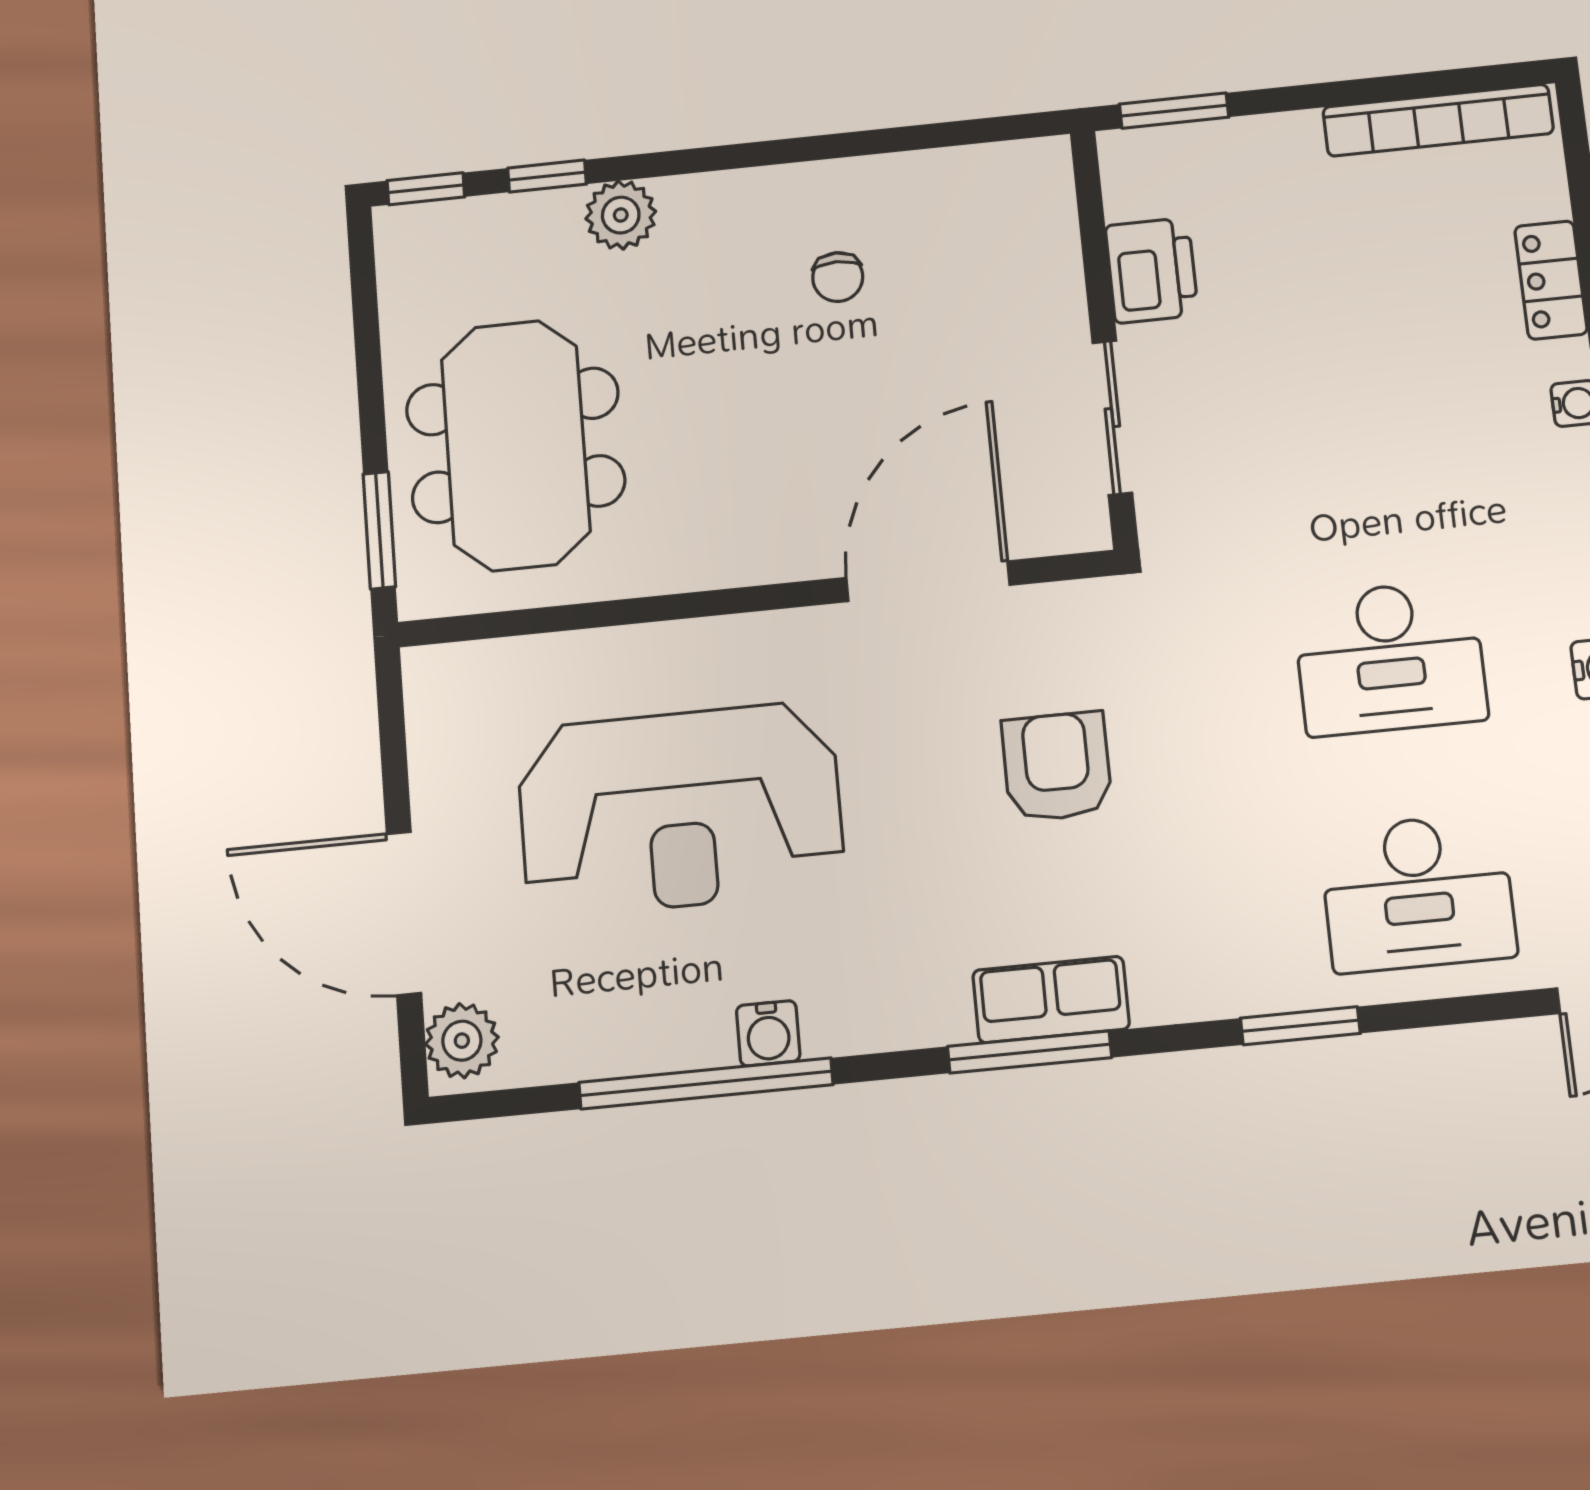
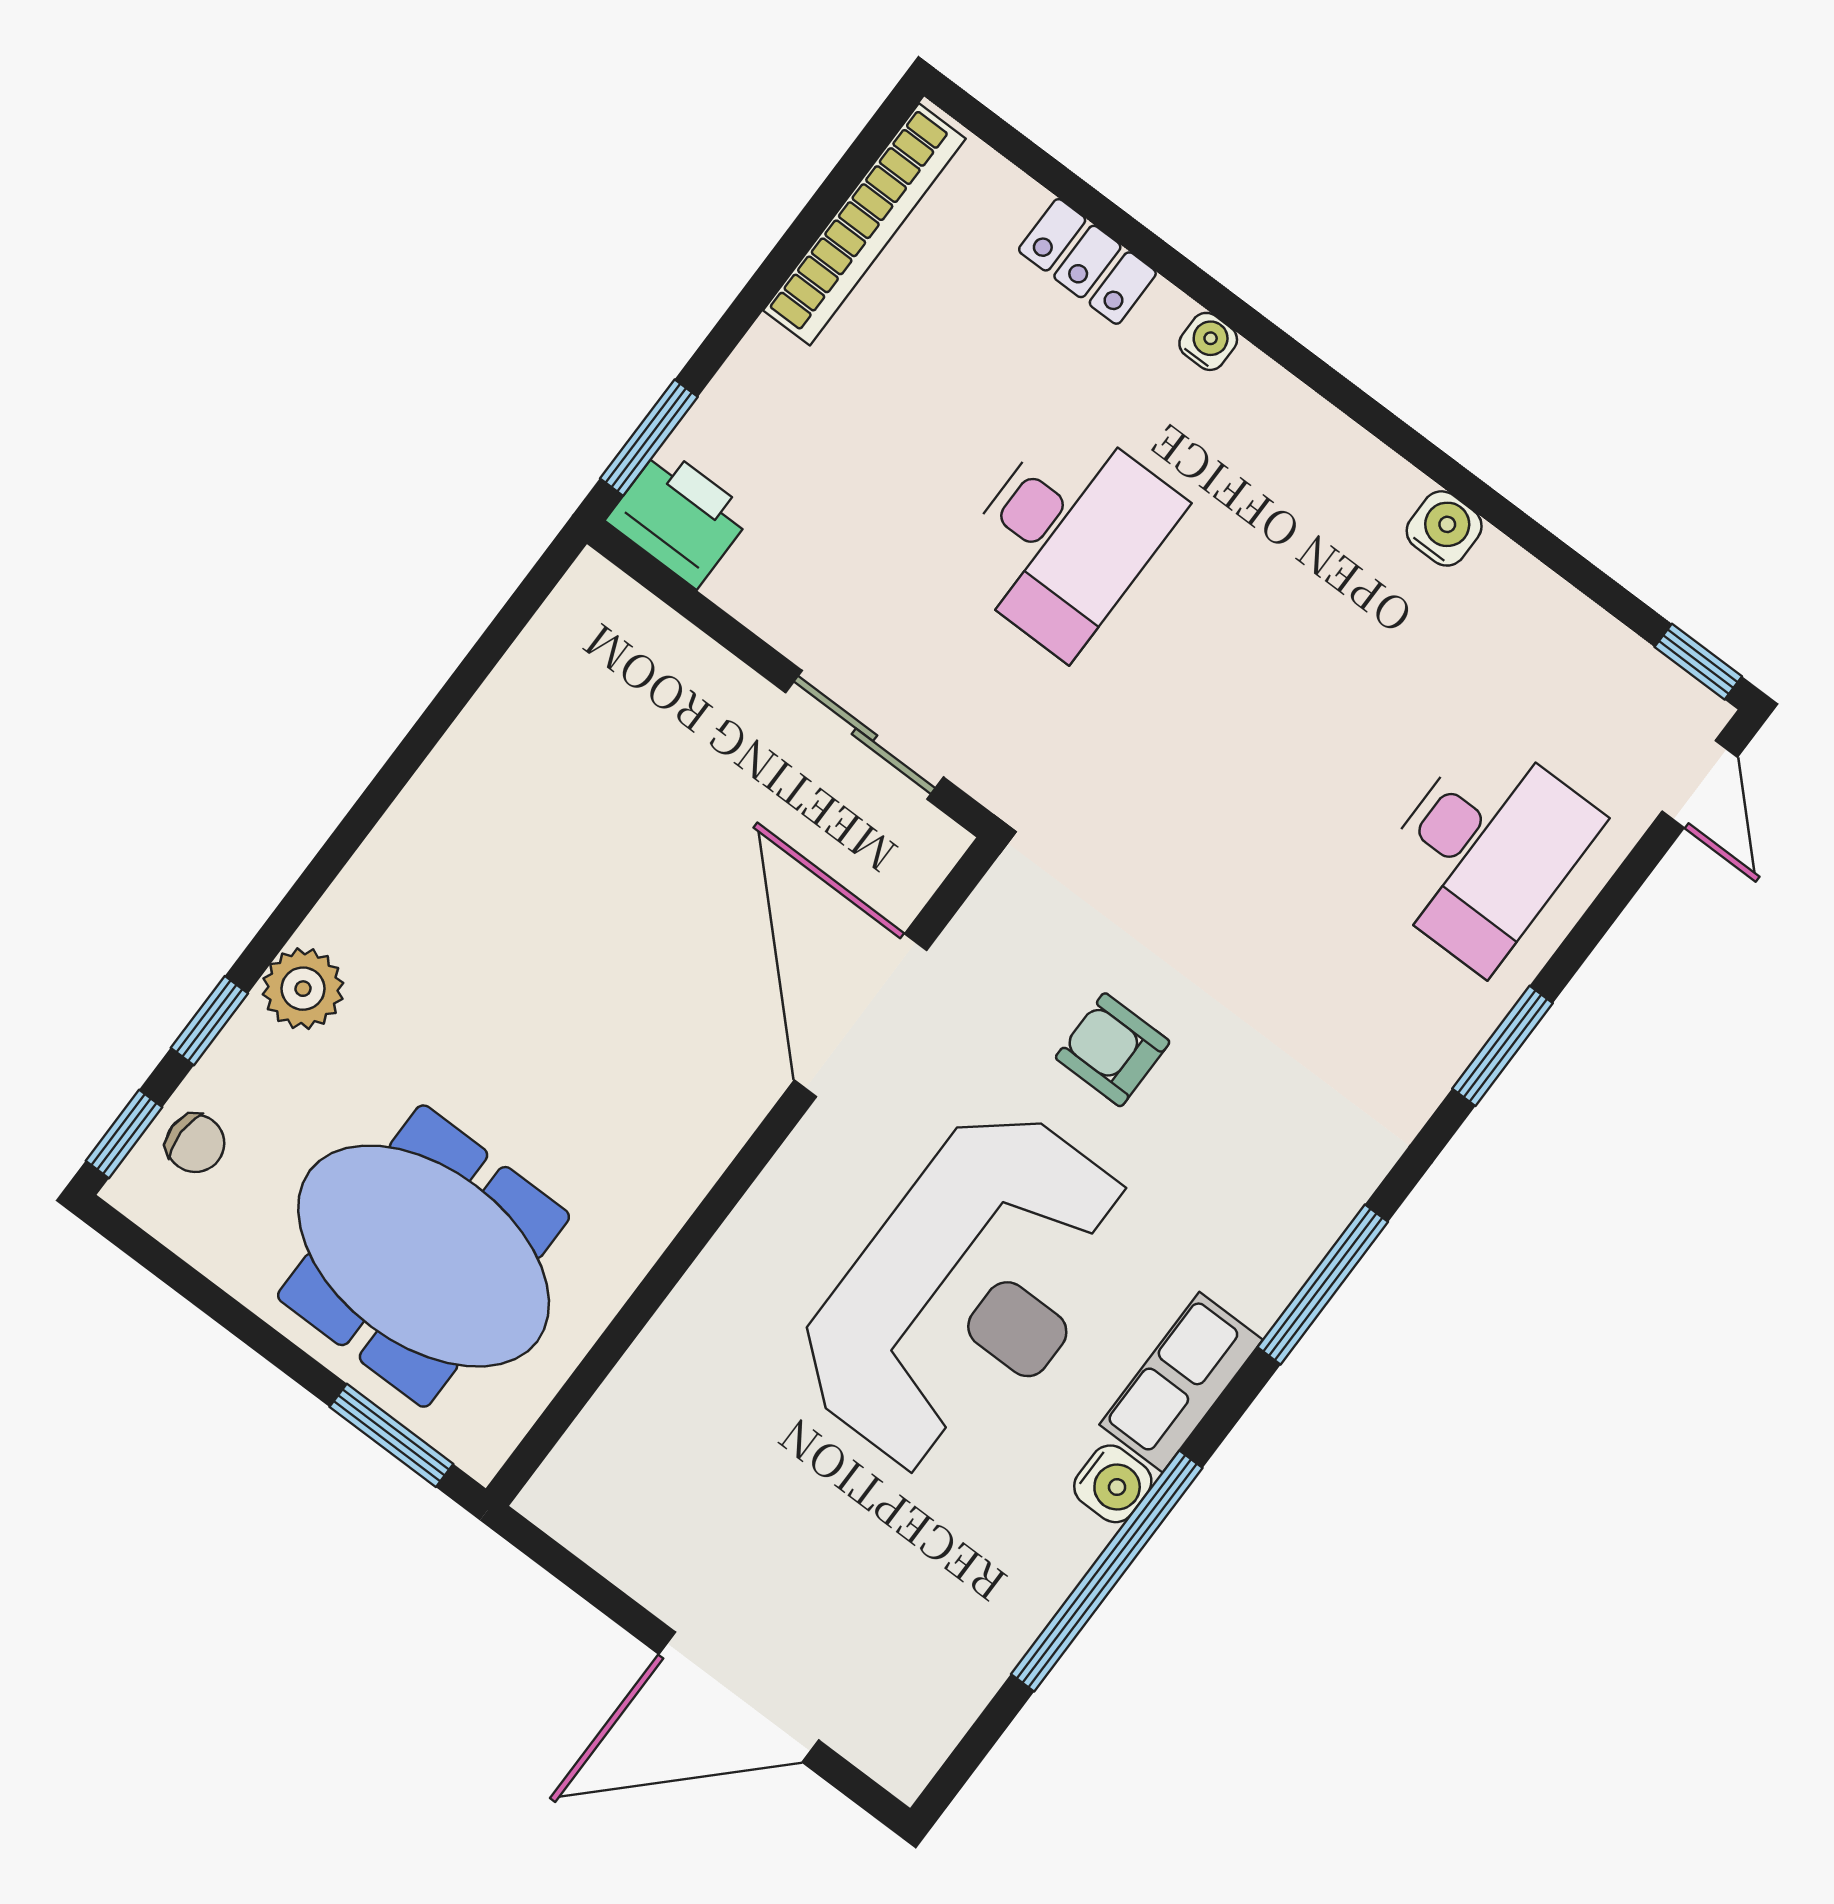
printer: (1152, 270) -> (679, 517), moved
chair: (838, 277) -> (195, 1143), moved
desk: (1390, 658) -> (1067, 536), moved
armchair: (1057, 766) -> (1113, 1050), width x0.72, depth x0.72
reception desk: (680, 809) -> (968, 1292), moved
row of seats: (1051, 1000) -> (1181, 1382), moved
plant: (462, 1041) -> (889, 1741), removed

